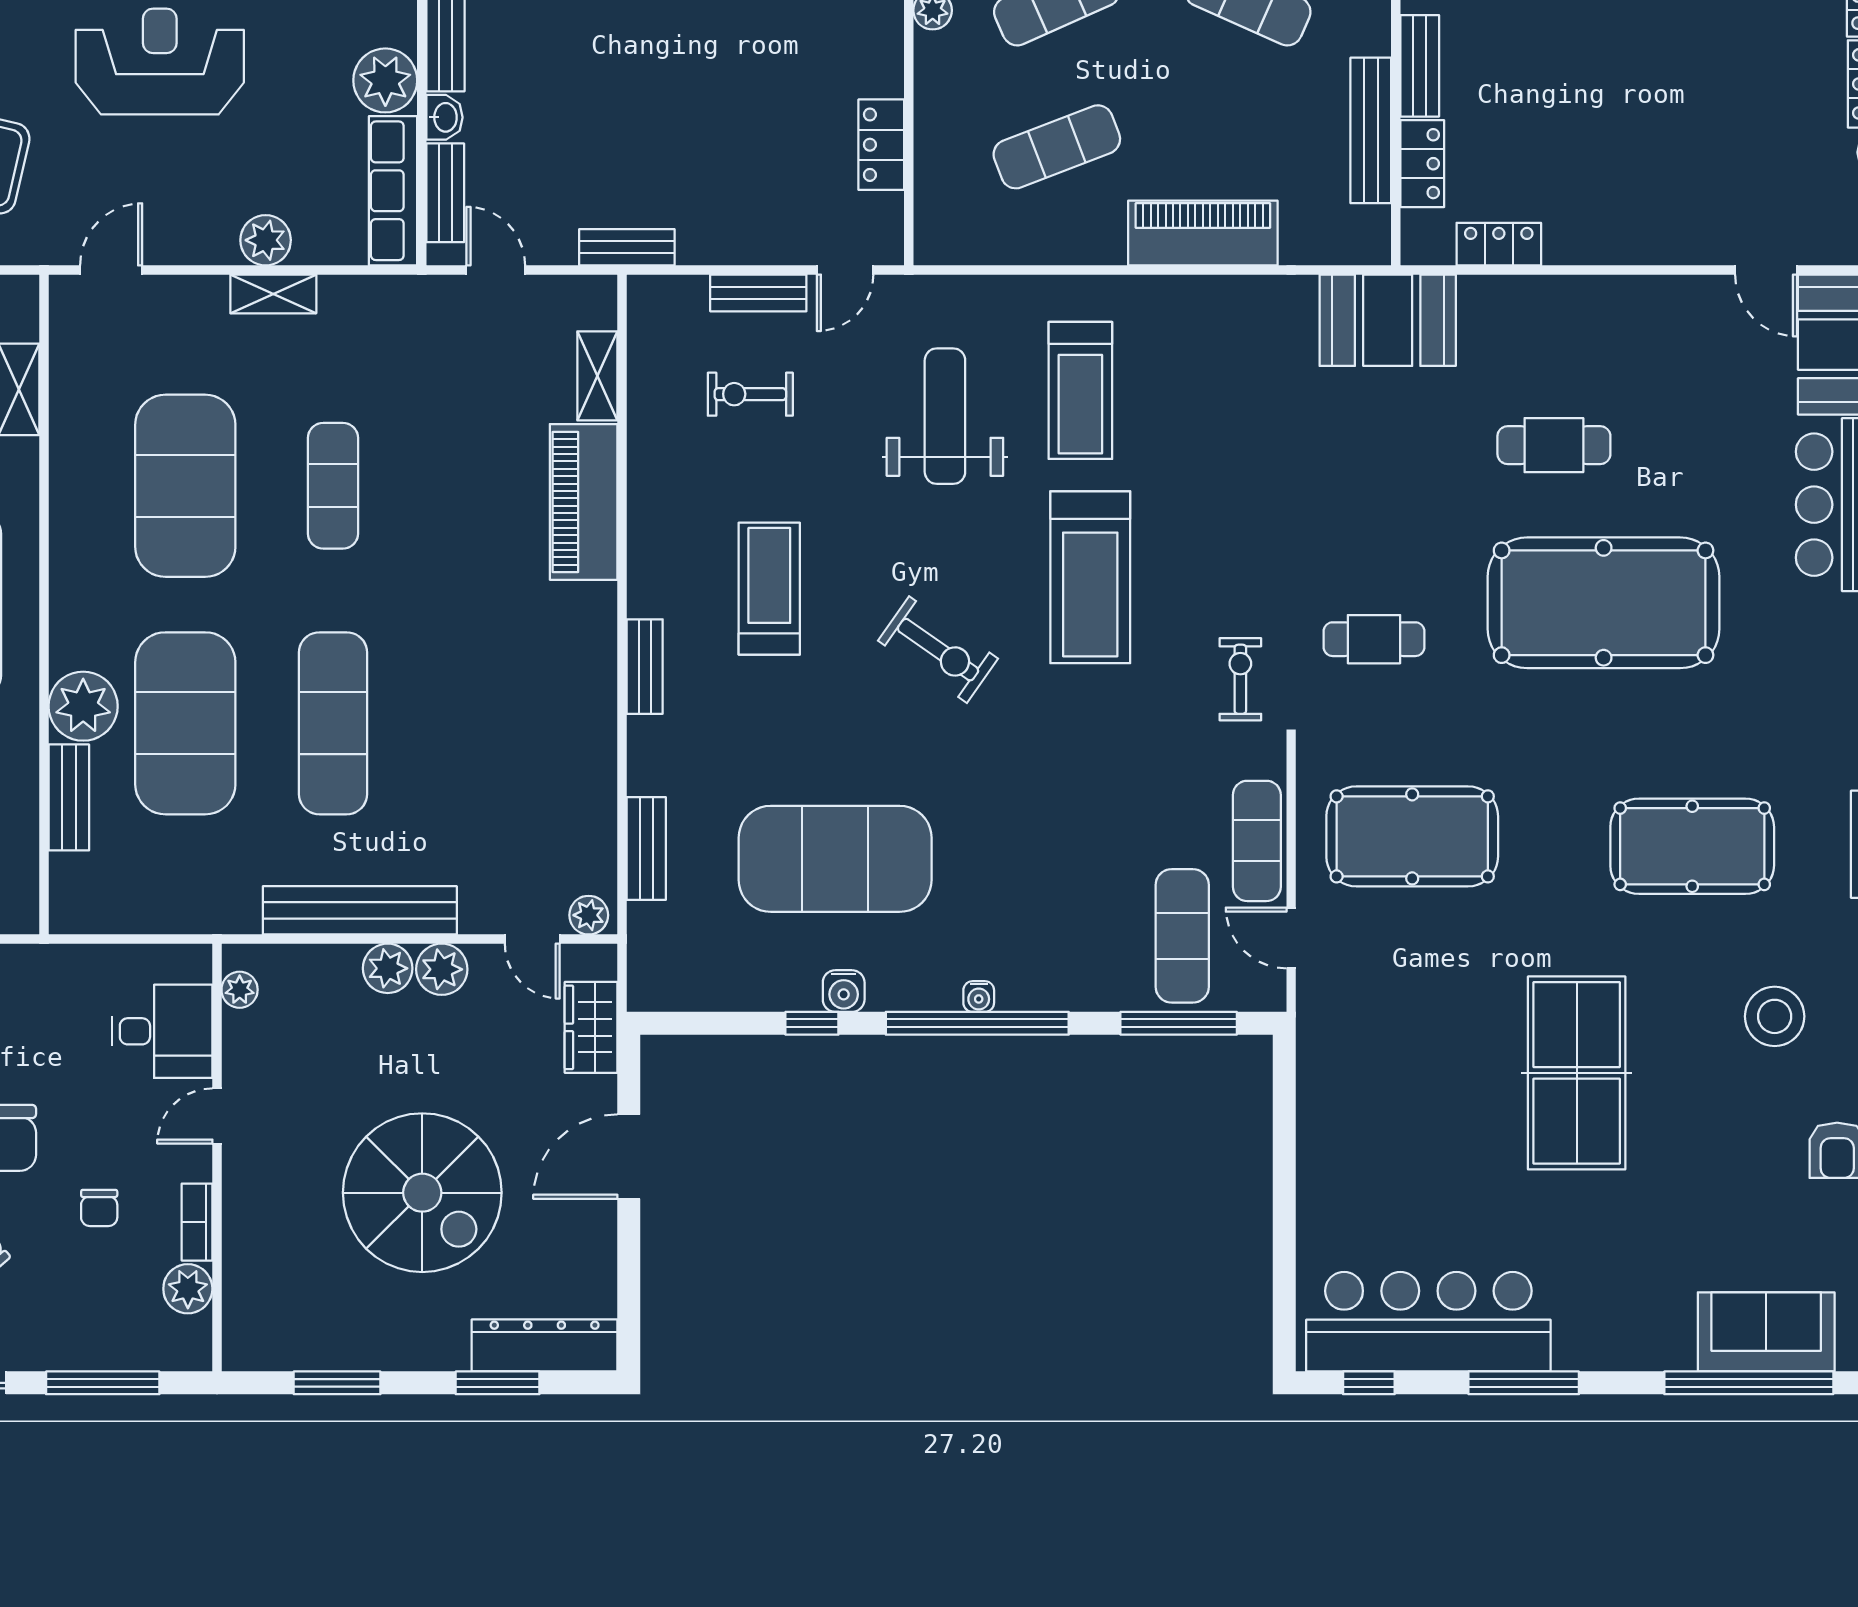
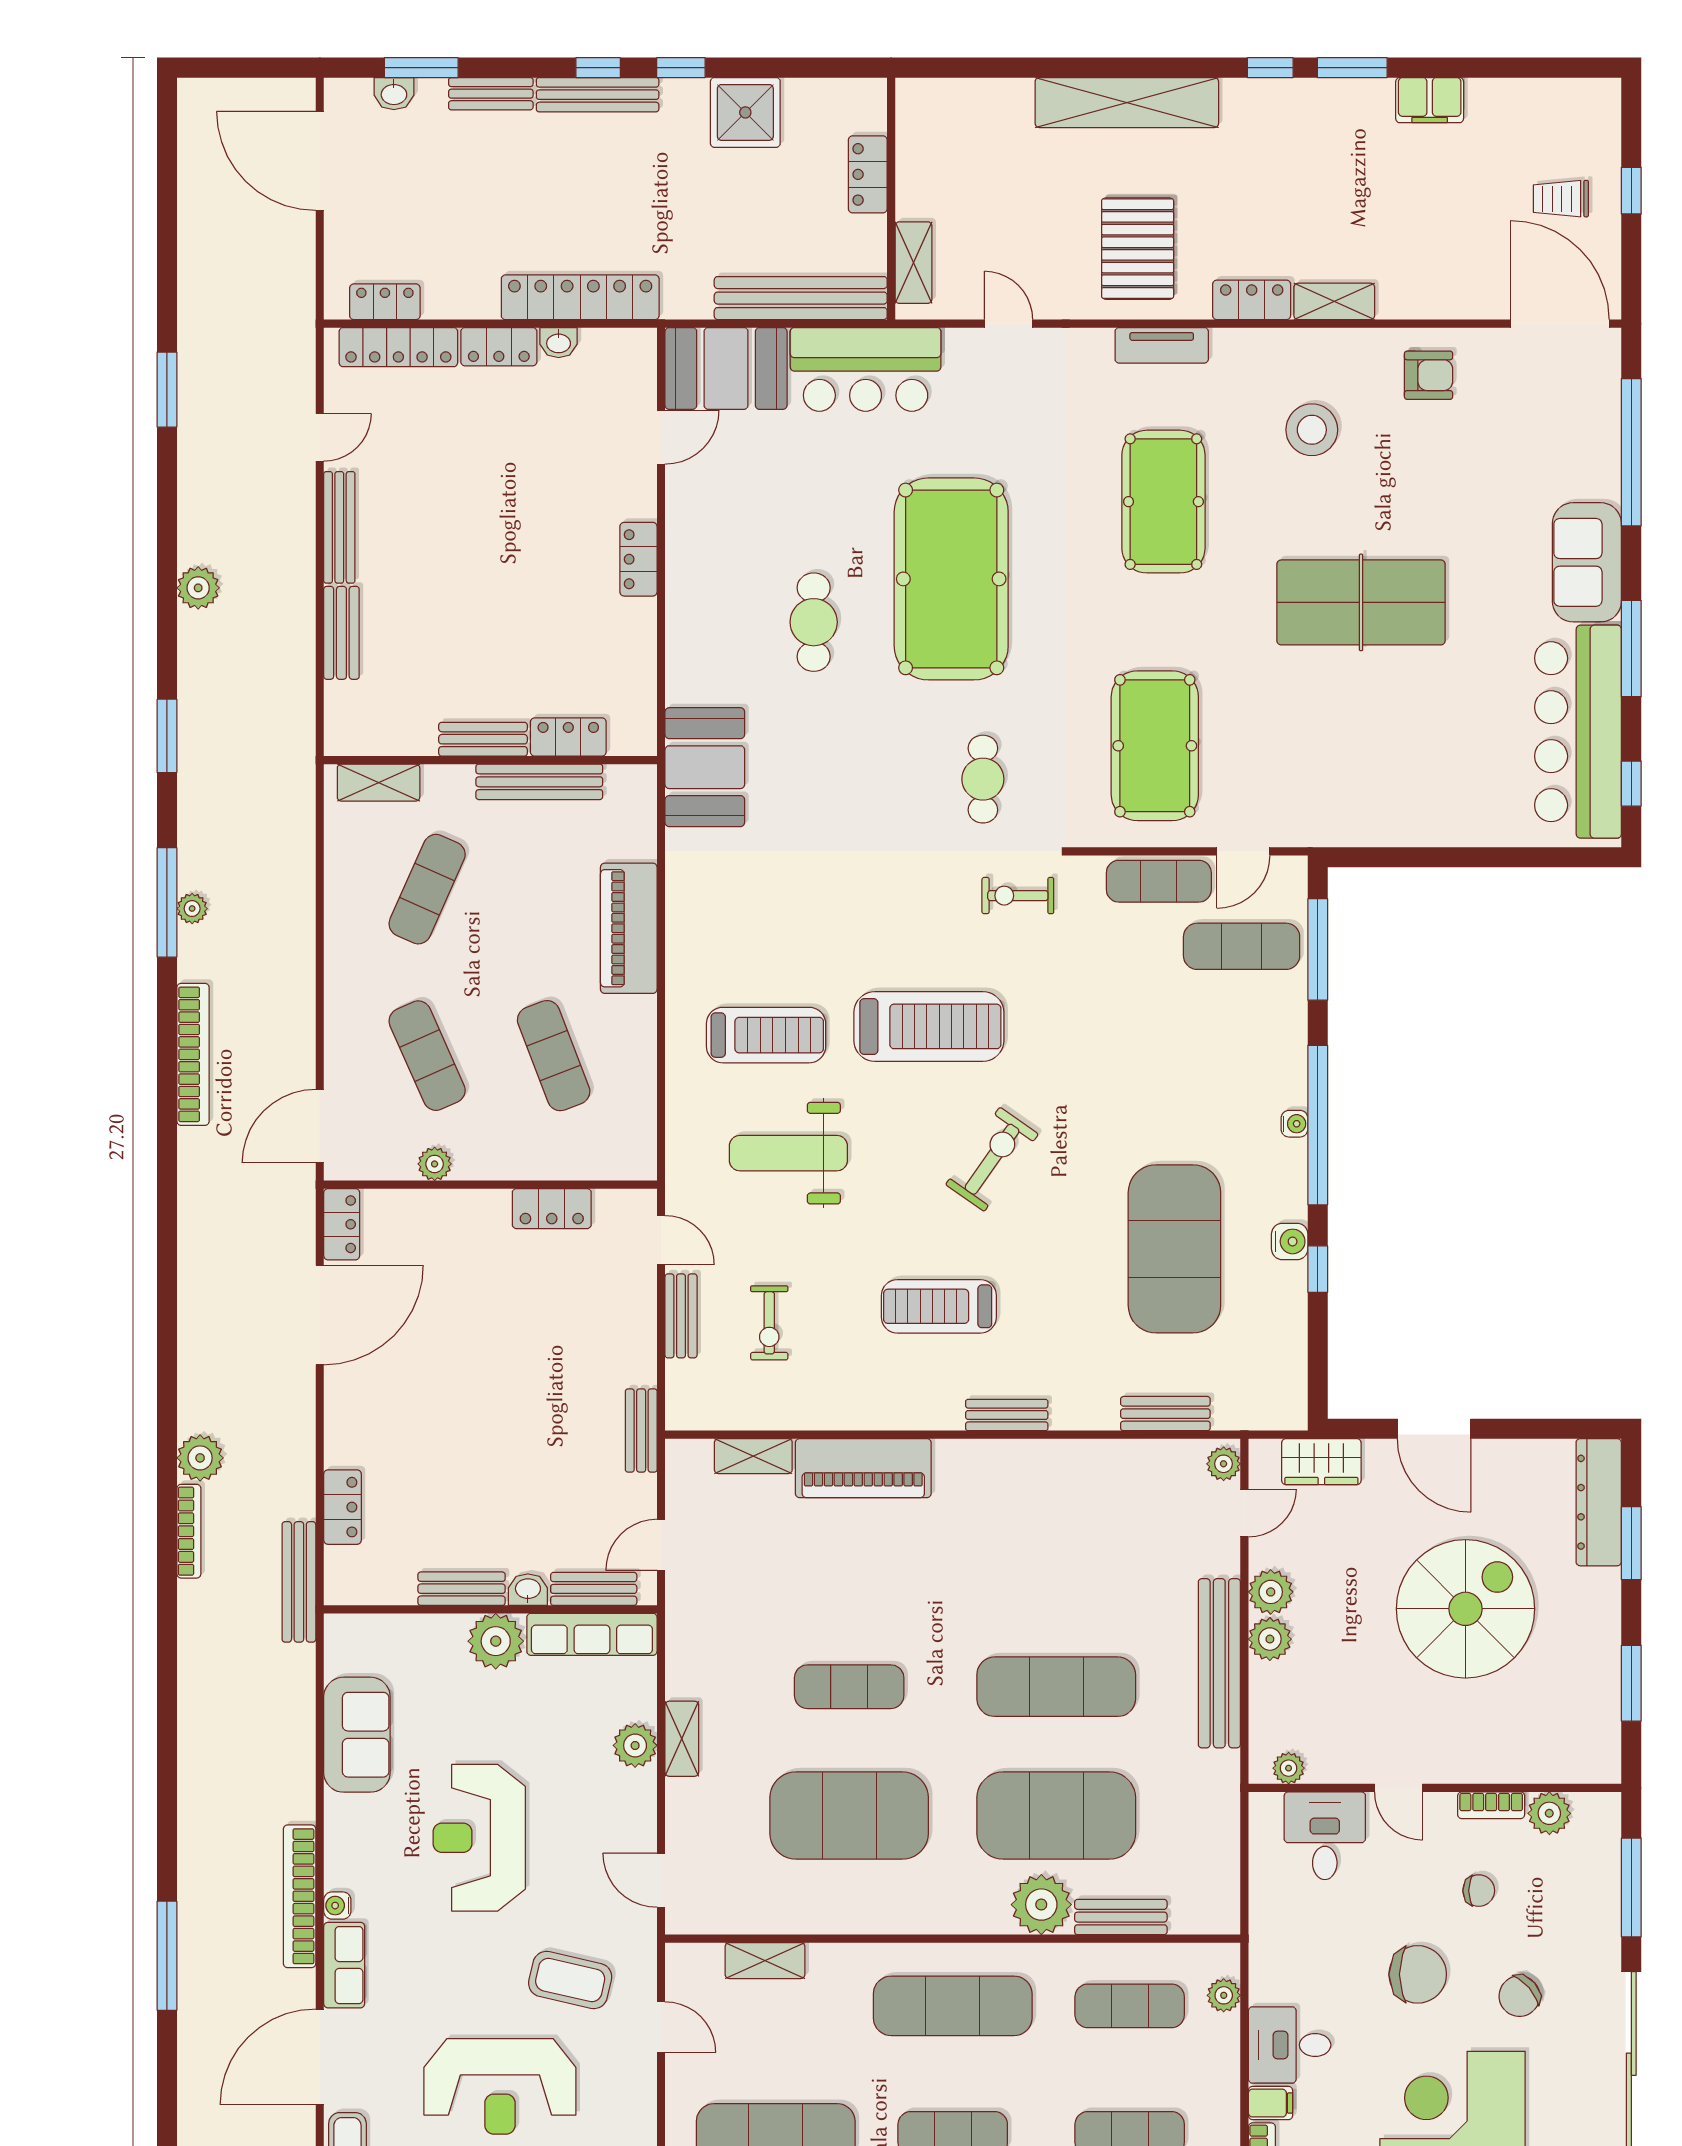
locker: (1499, 244) -> (638, 559), moved
sofa: (1766, 1332) -> (1587, 562), moved

